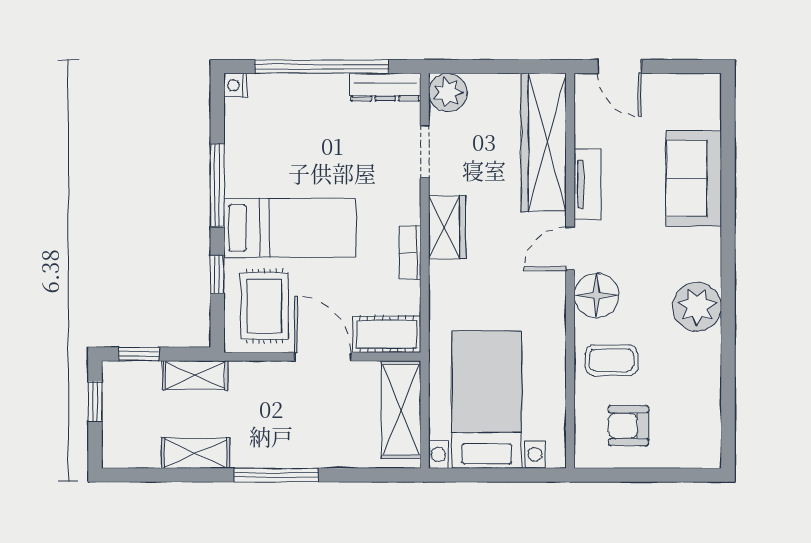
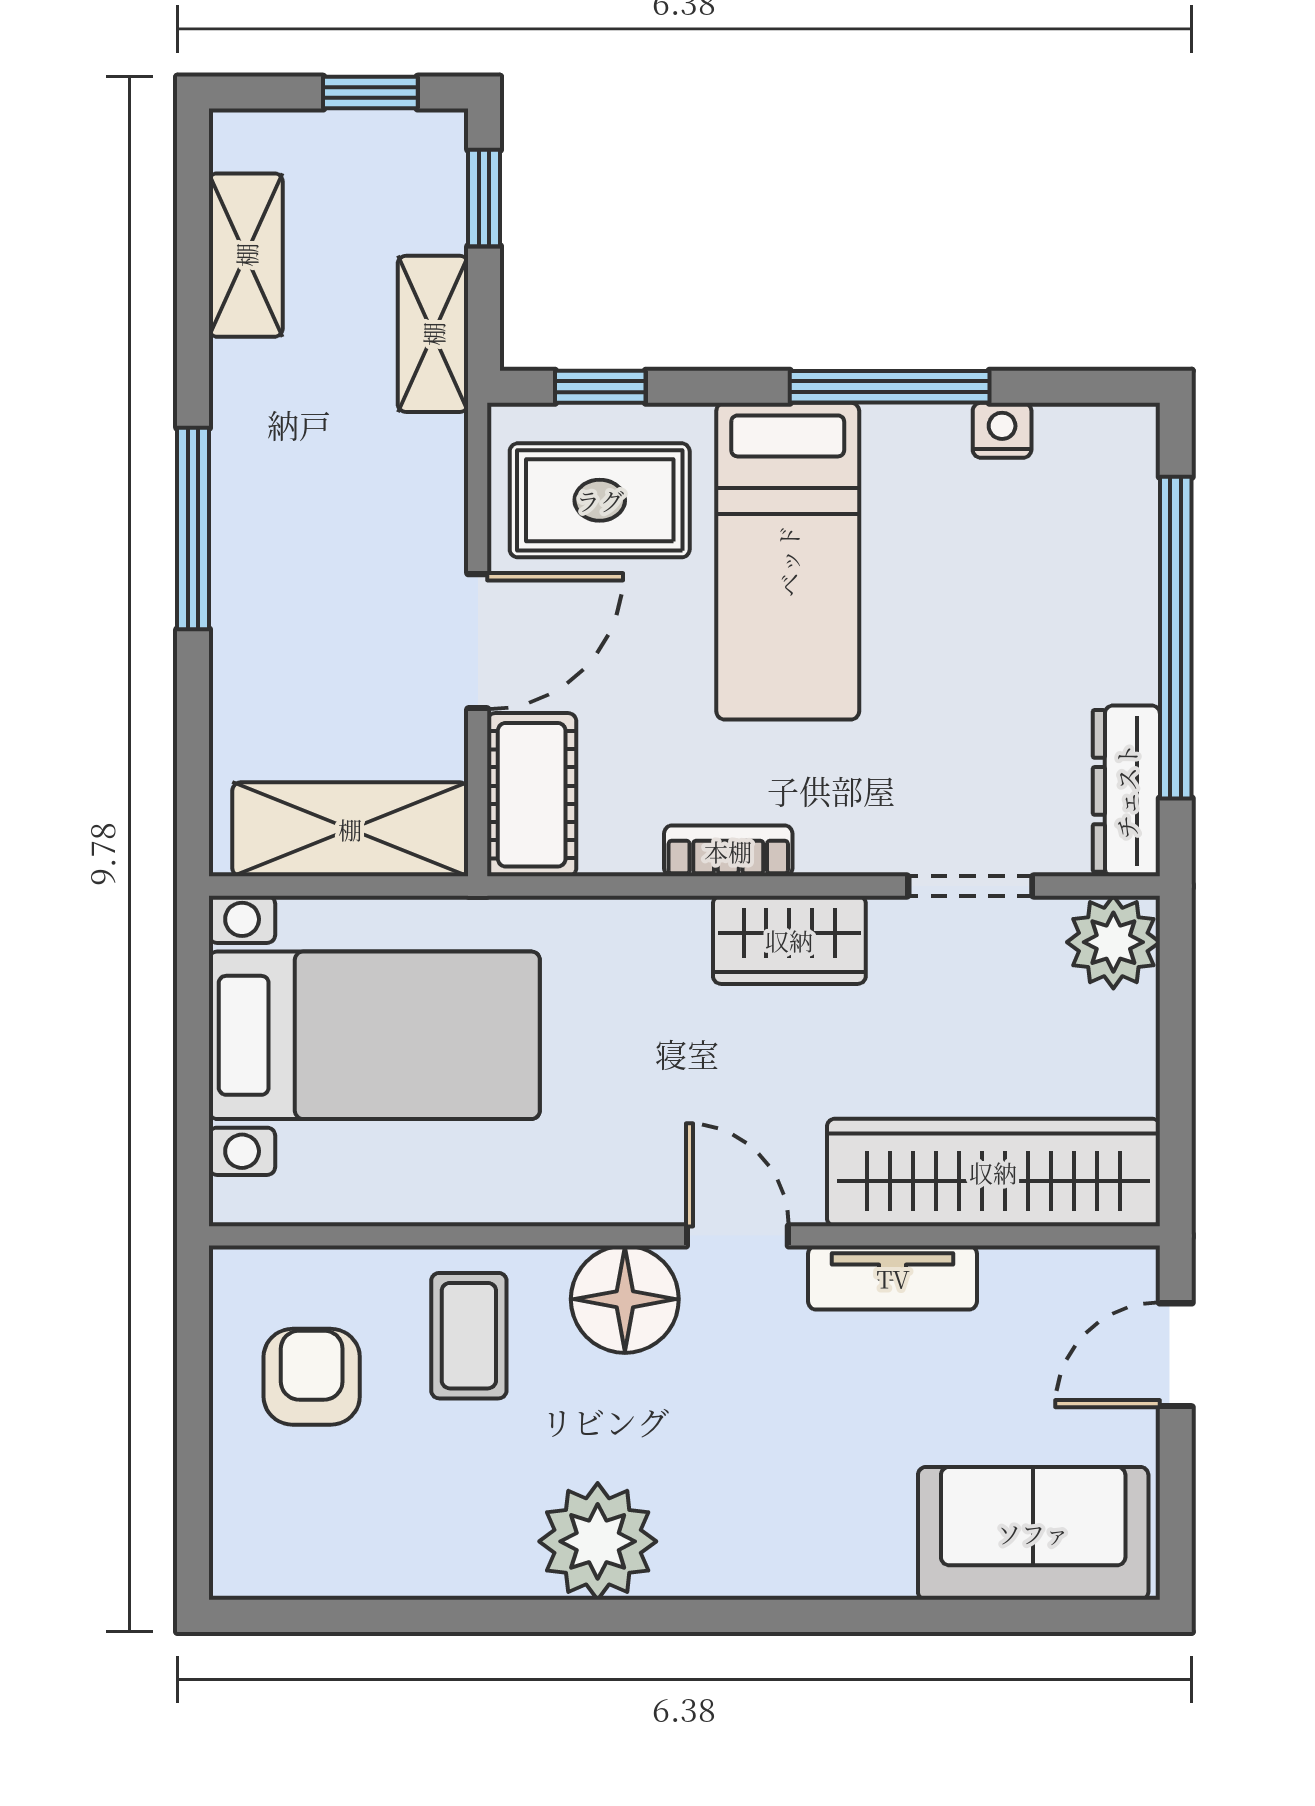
nightstand: (235, 85) -> (1002, 430), moved
sofa: (694, 178) -> (1033, 1533), moved
window: (217, 275) -> (600, 387), moved
shelving: (195, 453) -> (246, 255), moved

